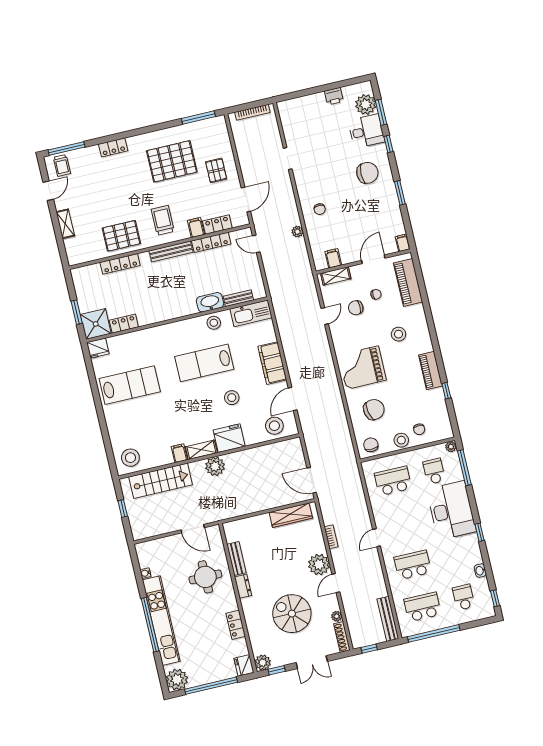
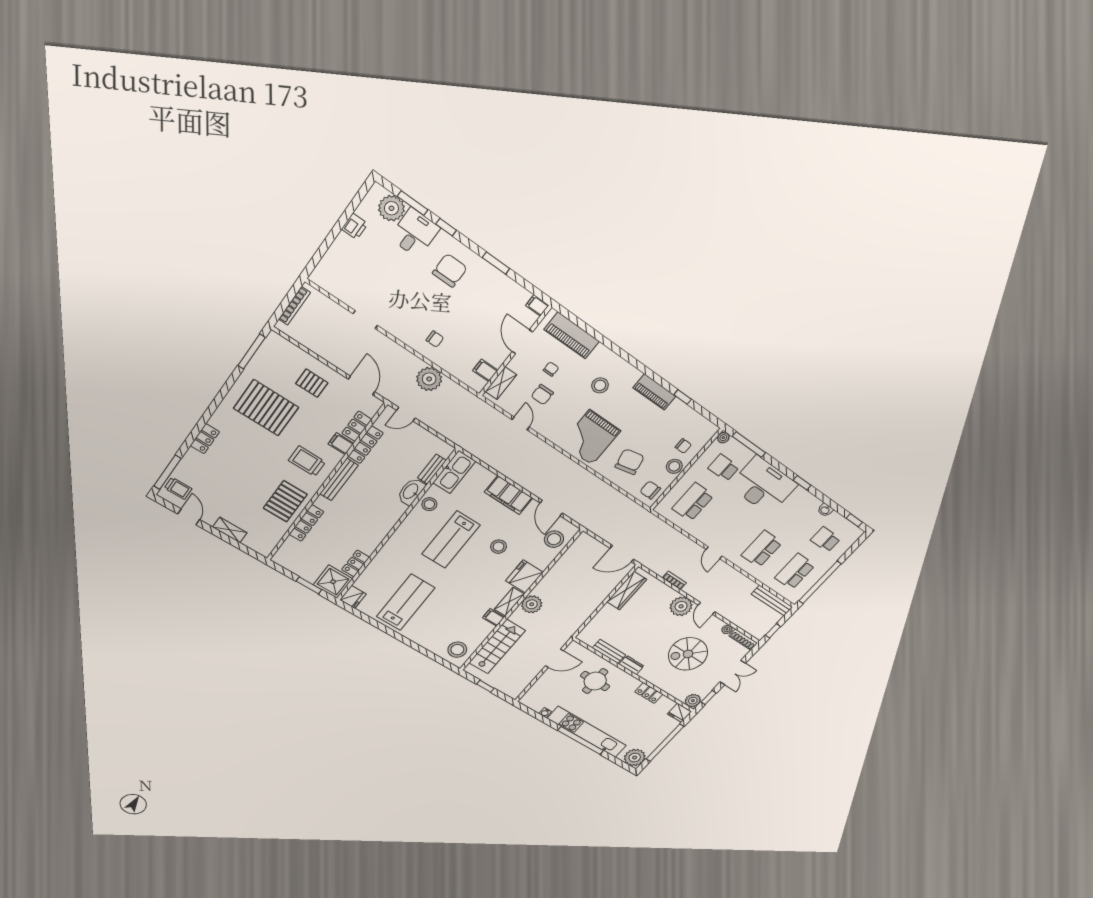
pallet: (172, 161) -> (266, 408), turned 90
plant: (297, 232) -> (429, 379), width x1.87, depth x1.87

